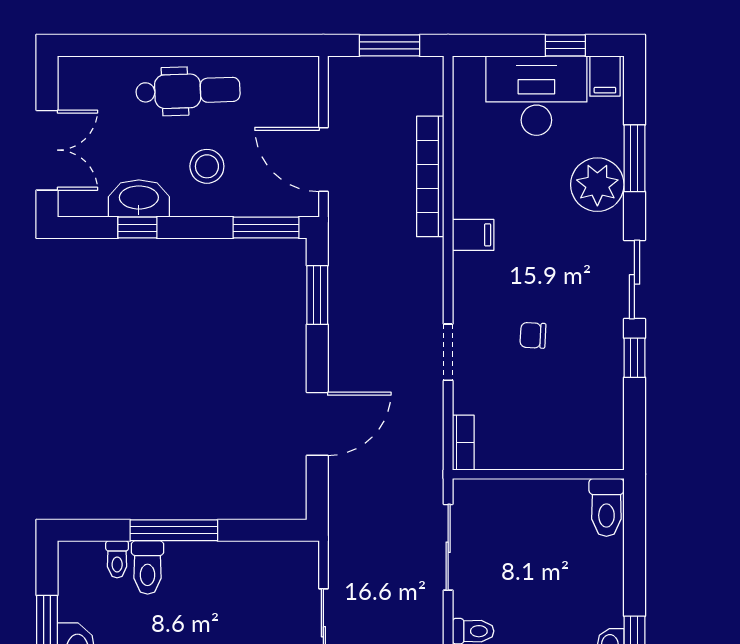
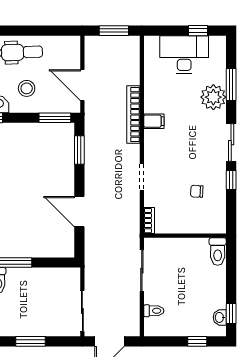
filing cabinet: (605, 76) -> (217, 45), removed
bookcase: (430, 176) -> (133, 115), moved
chair: (533, 335) -> (197, 191), moved
door: (317, 424) -> (79, 212), swing flipped

